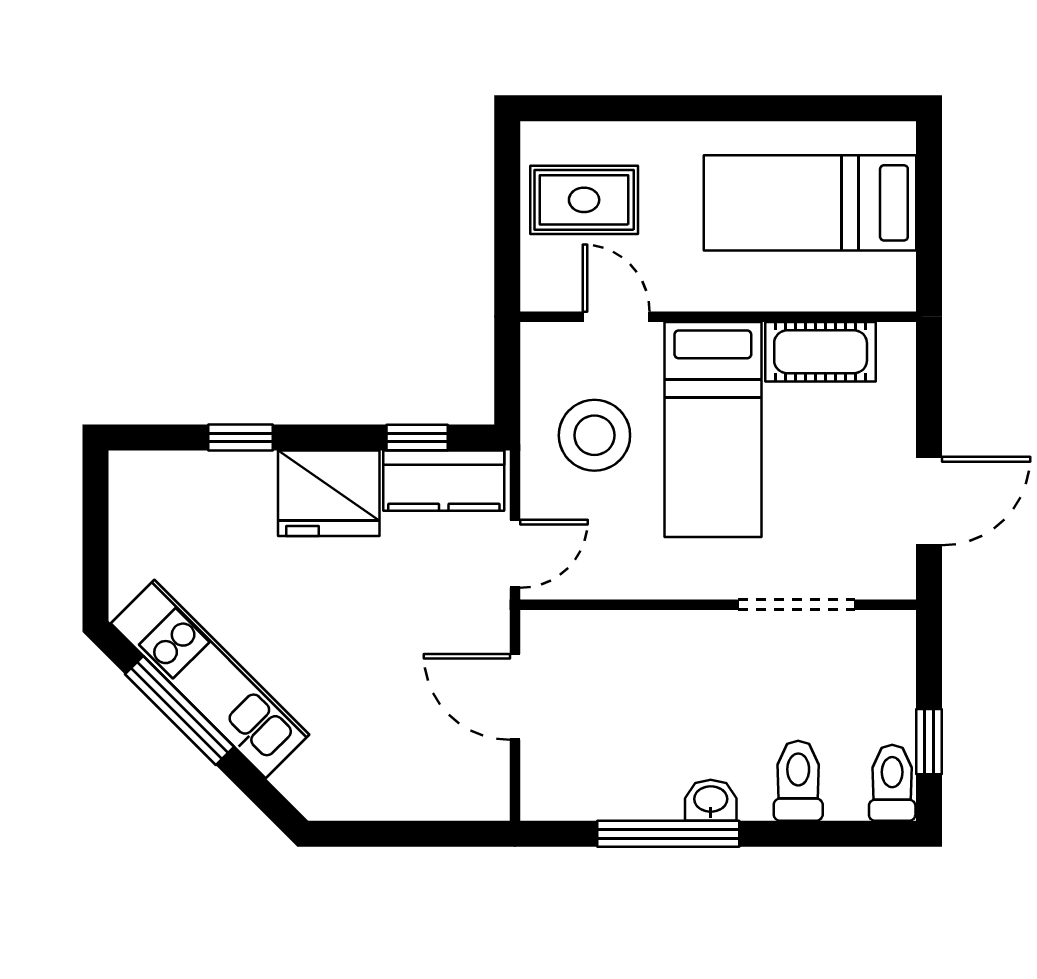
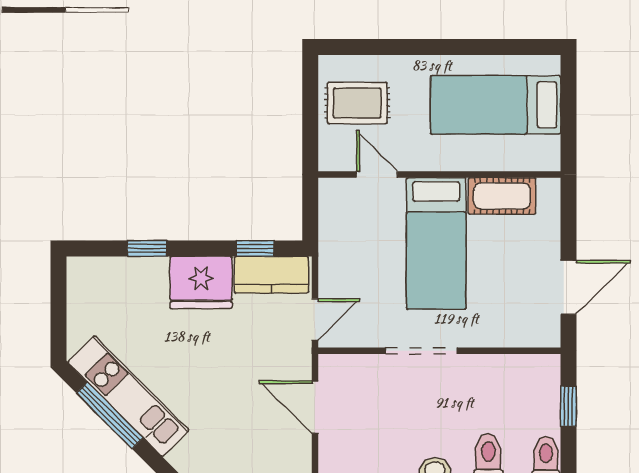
stool: (594, 435) -> (364, 247), removed
doorway: (796, 605) -> (421, 351), moved
window: (929, 742) -> (568, 406), moved

